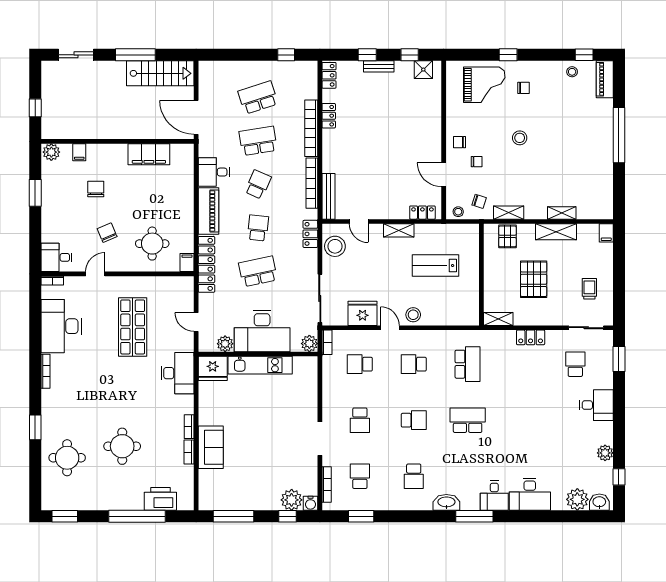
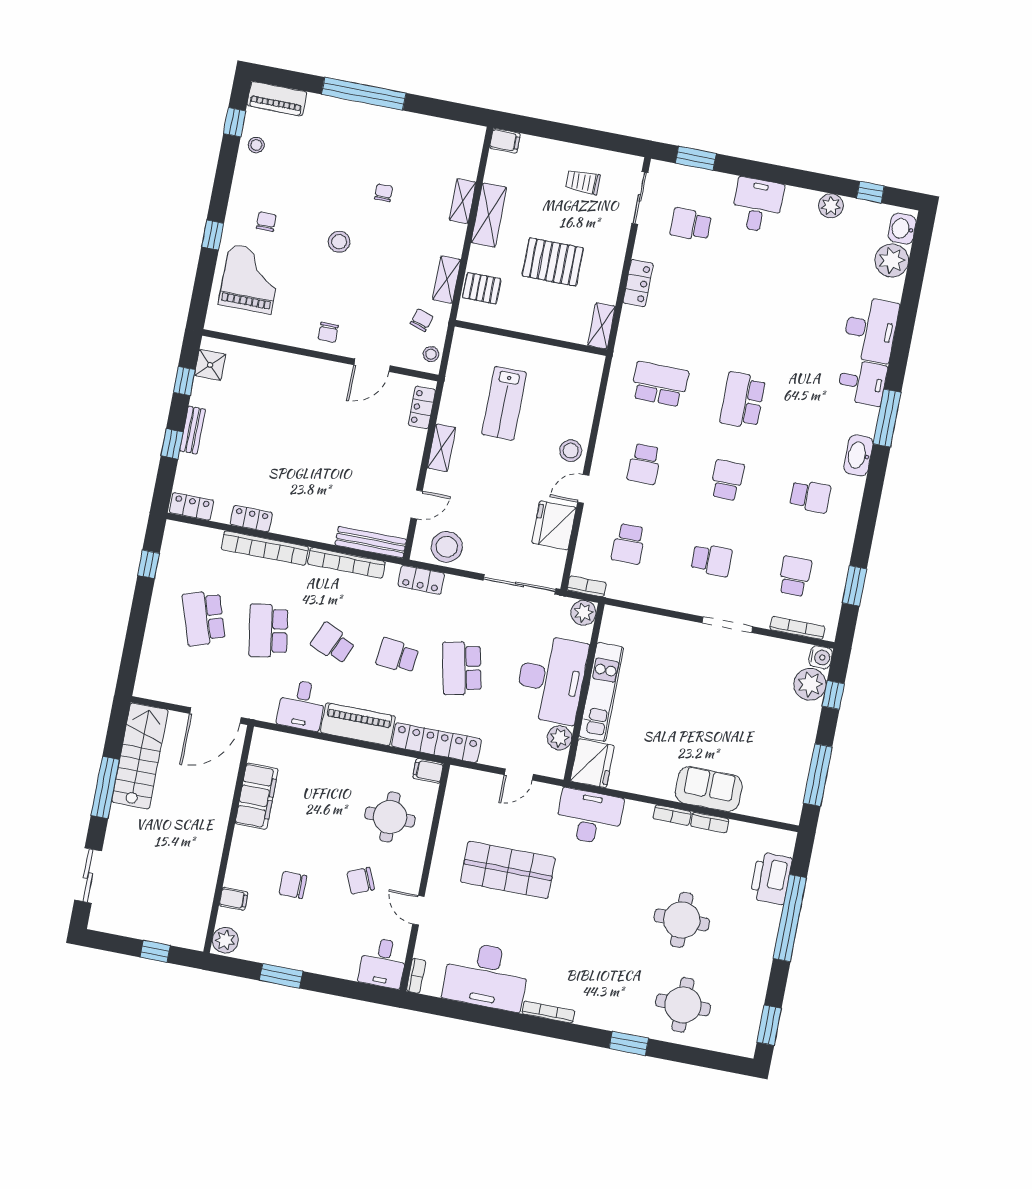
chair: (477, 162) -> (384, 193), moved
school desk: (360, 476) -> (795, 576), turned 90

